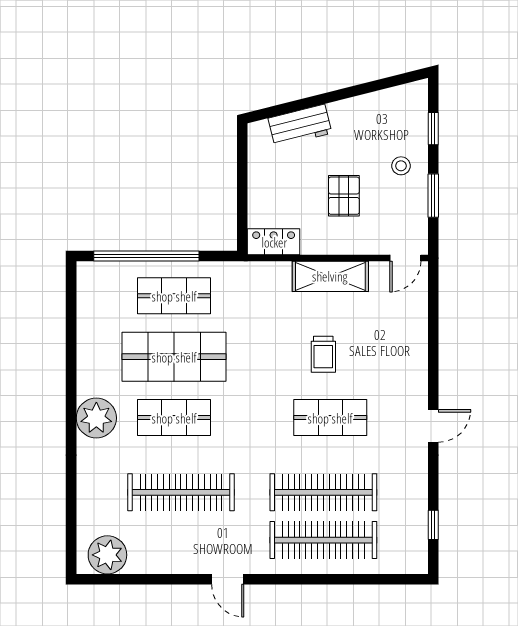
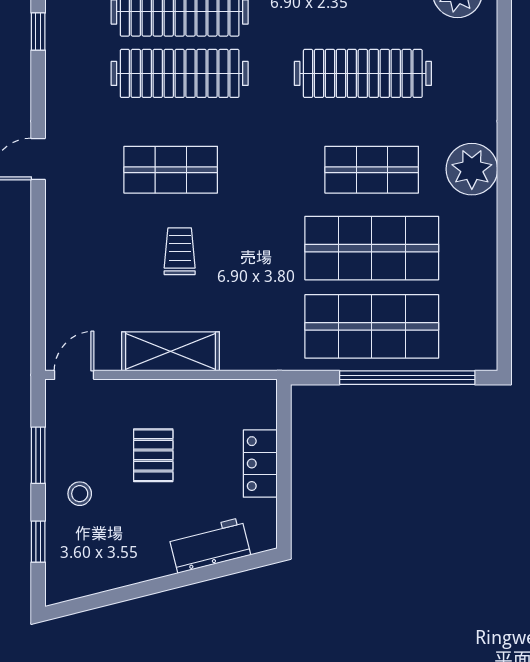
locker: (274, 242) -> (260, 464), moved, turned 90
shop shelf: (174, 296) -> (372, 326), width x1.43, depth x1.36

